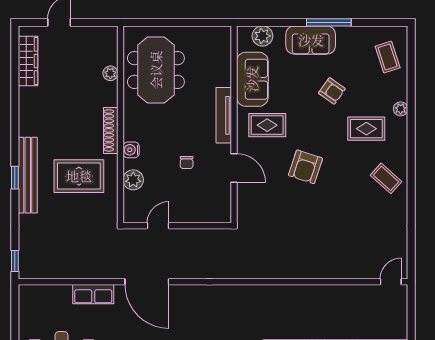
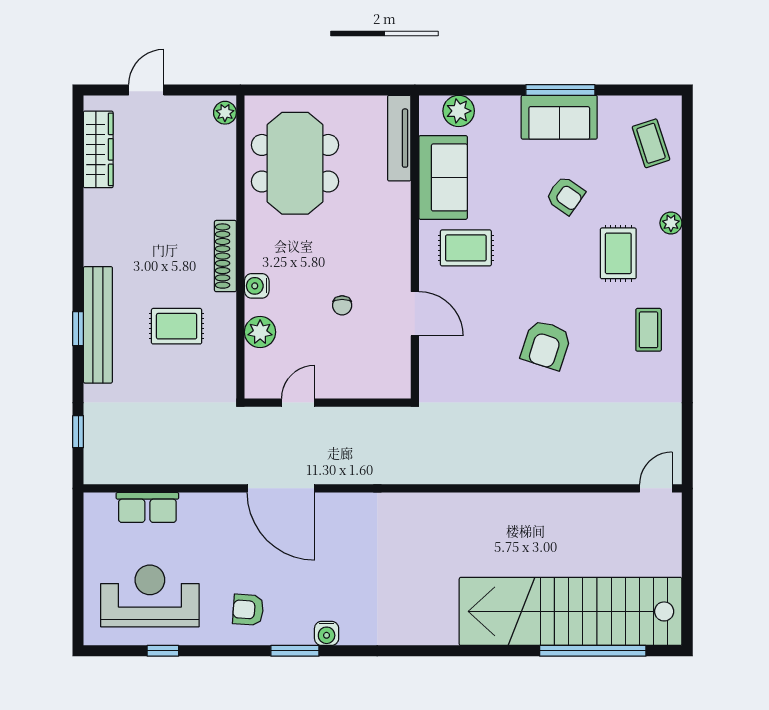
sofa: (311, 40) -> (559, 117), moved
plant: (110, 73) -> (225, 113), moved
tv unit: (224, 115) -> (399, 138), moved
rug: (366, 129) -> (618, 253), turned 90
armchair: (305, 167) -> (546, 345), moved
rug: (79, 176) -> (177, 326), width x0.73, depth x0.70
coffee table: (386, 178) -> (649, 330), turned 48
window: (15, 261) -> (78, 432), moved
row of seats: (93, 294) -> (147, 507), moved

